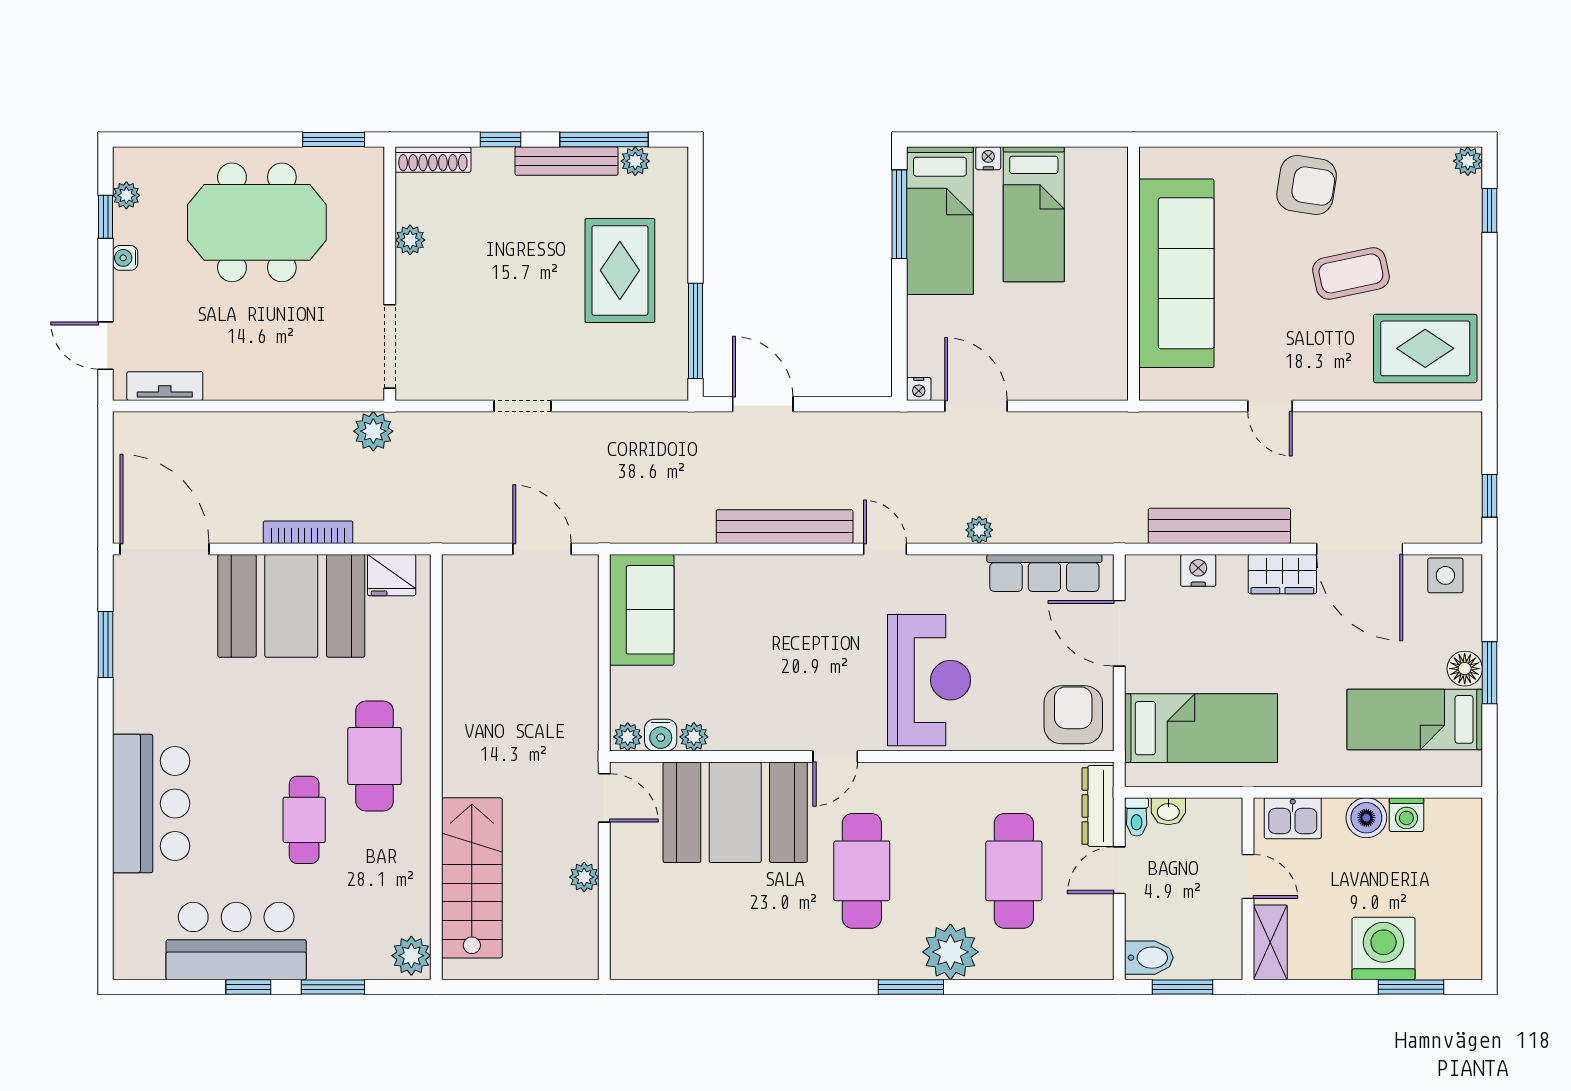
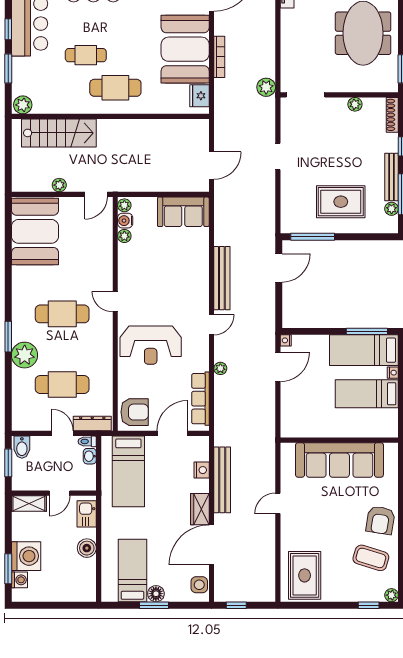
coffee table: (1351, 273) -> (371, 558), moved, turned -61
booth: (735, 812) -> (35, 231), moved
washing machine: (1406, 815) -> (19, 580), moved, turned 180

